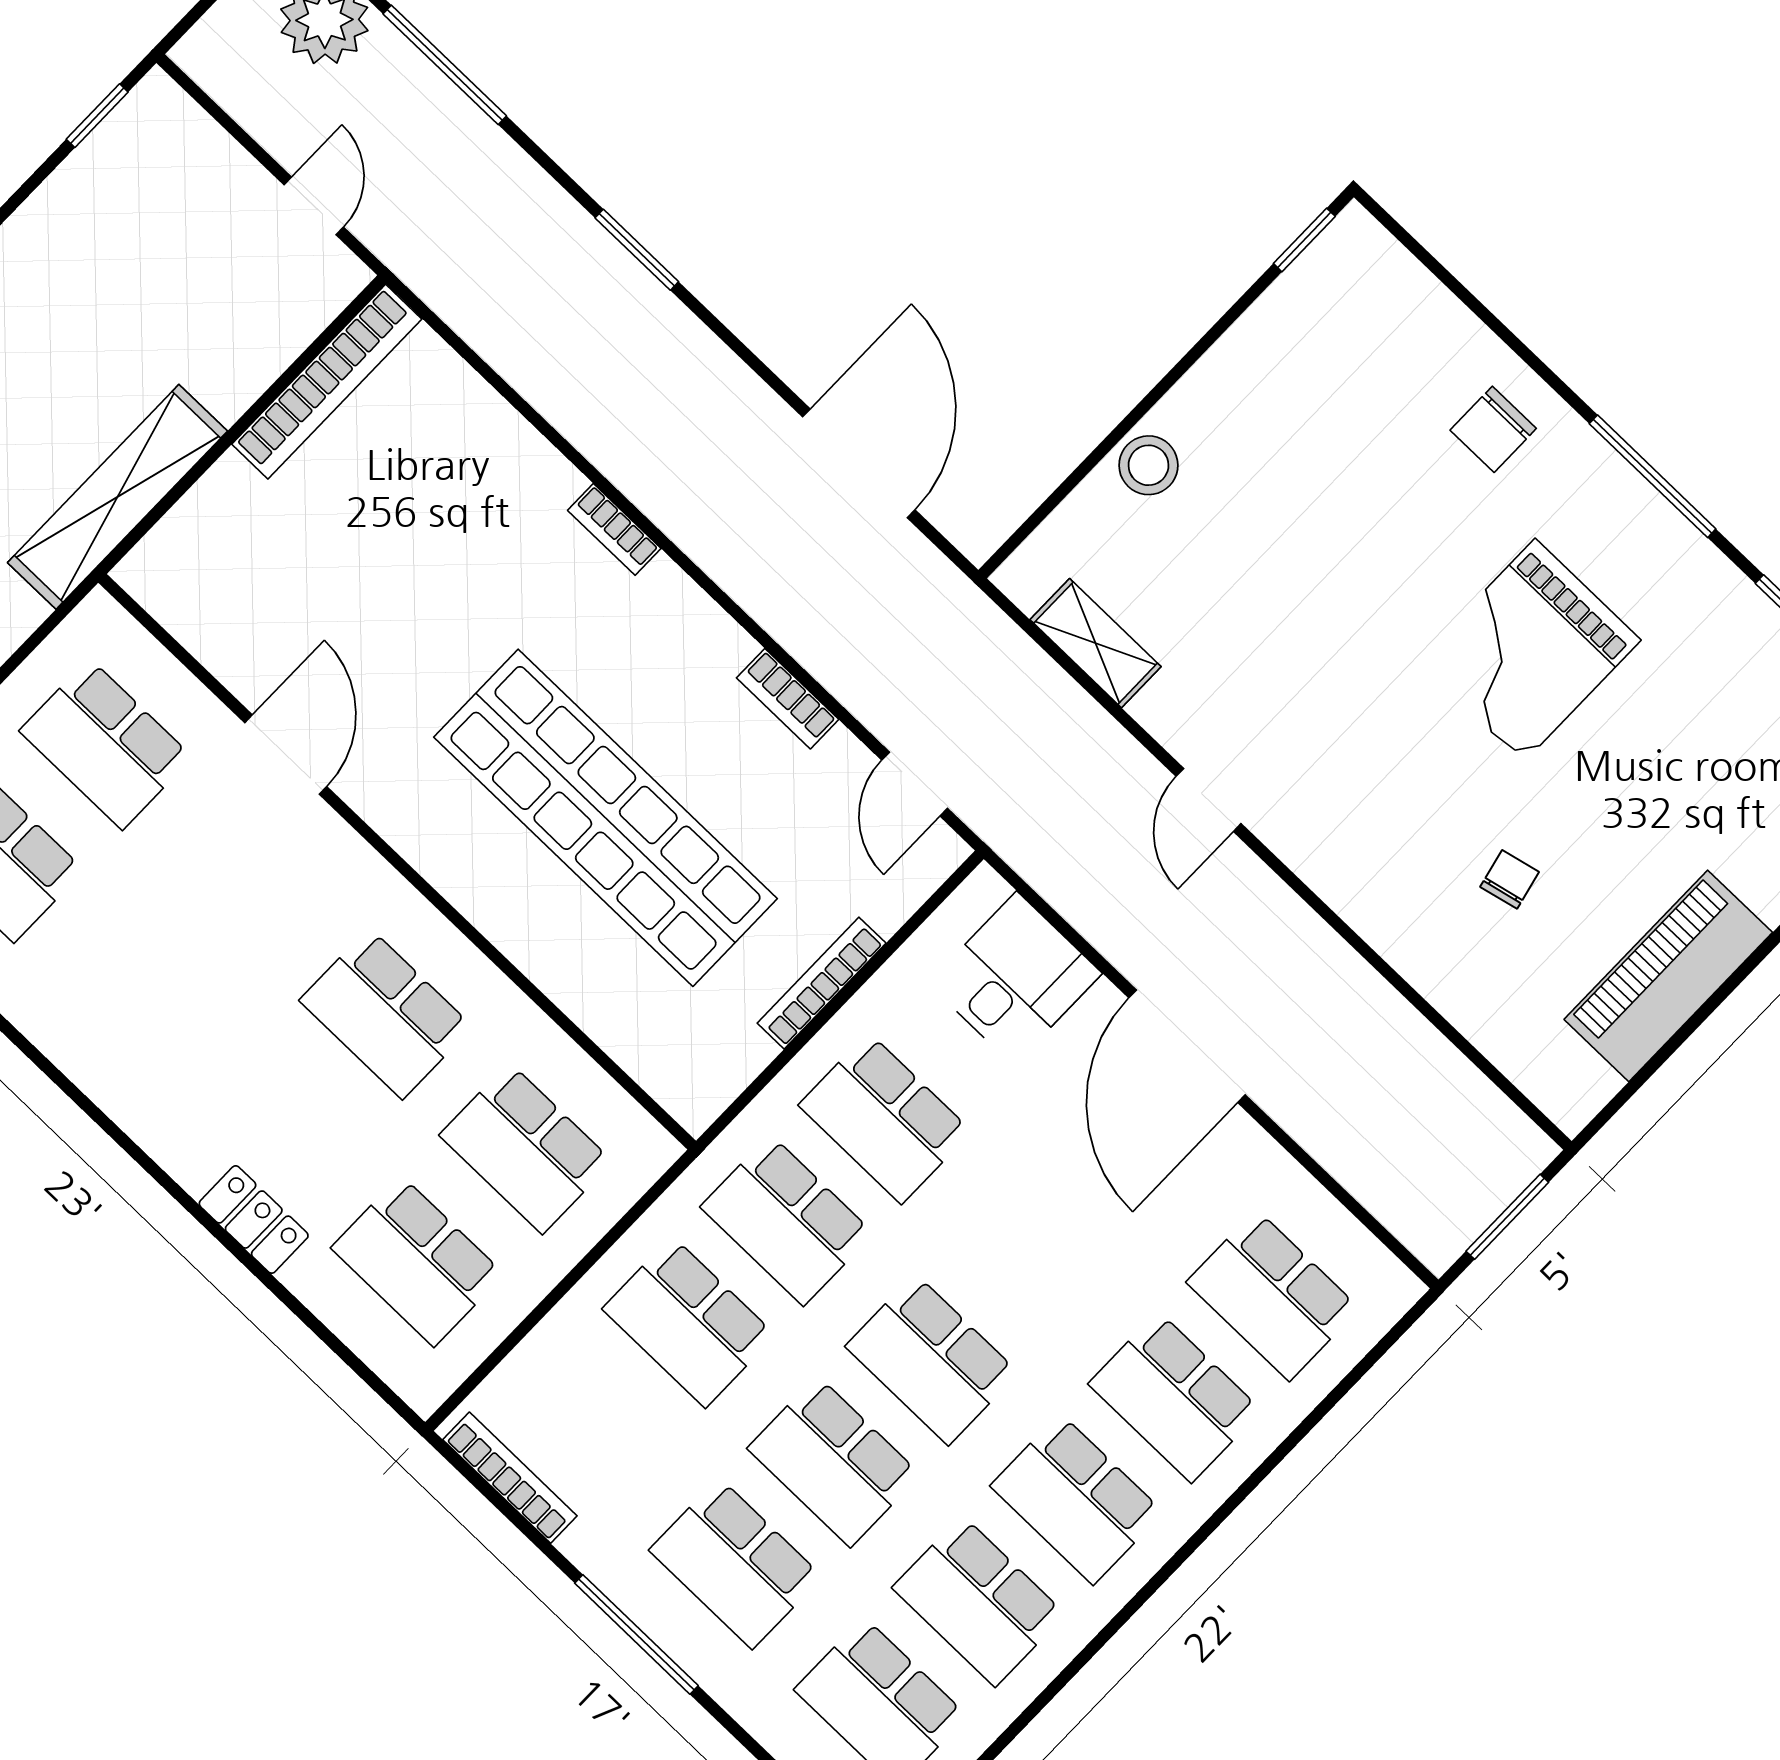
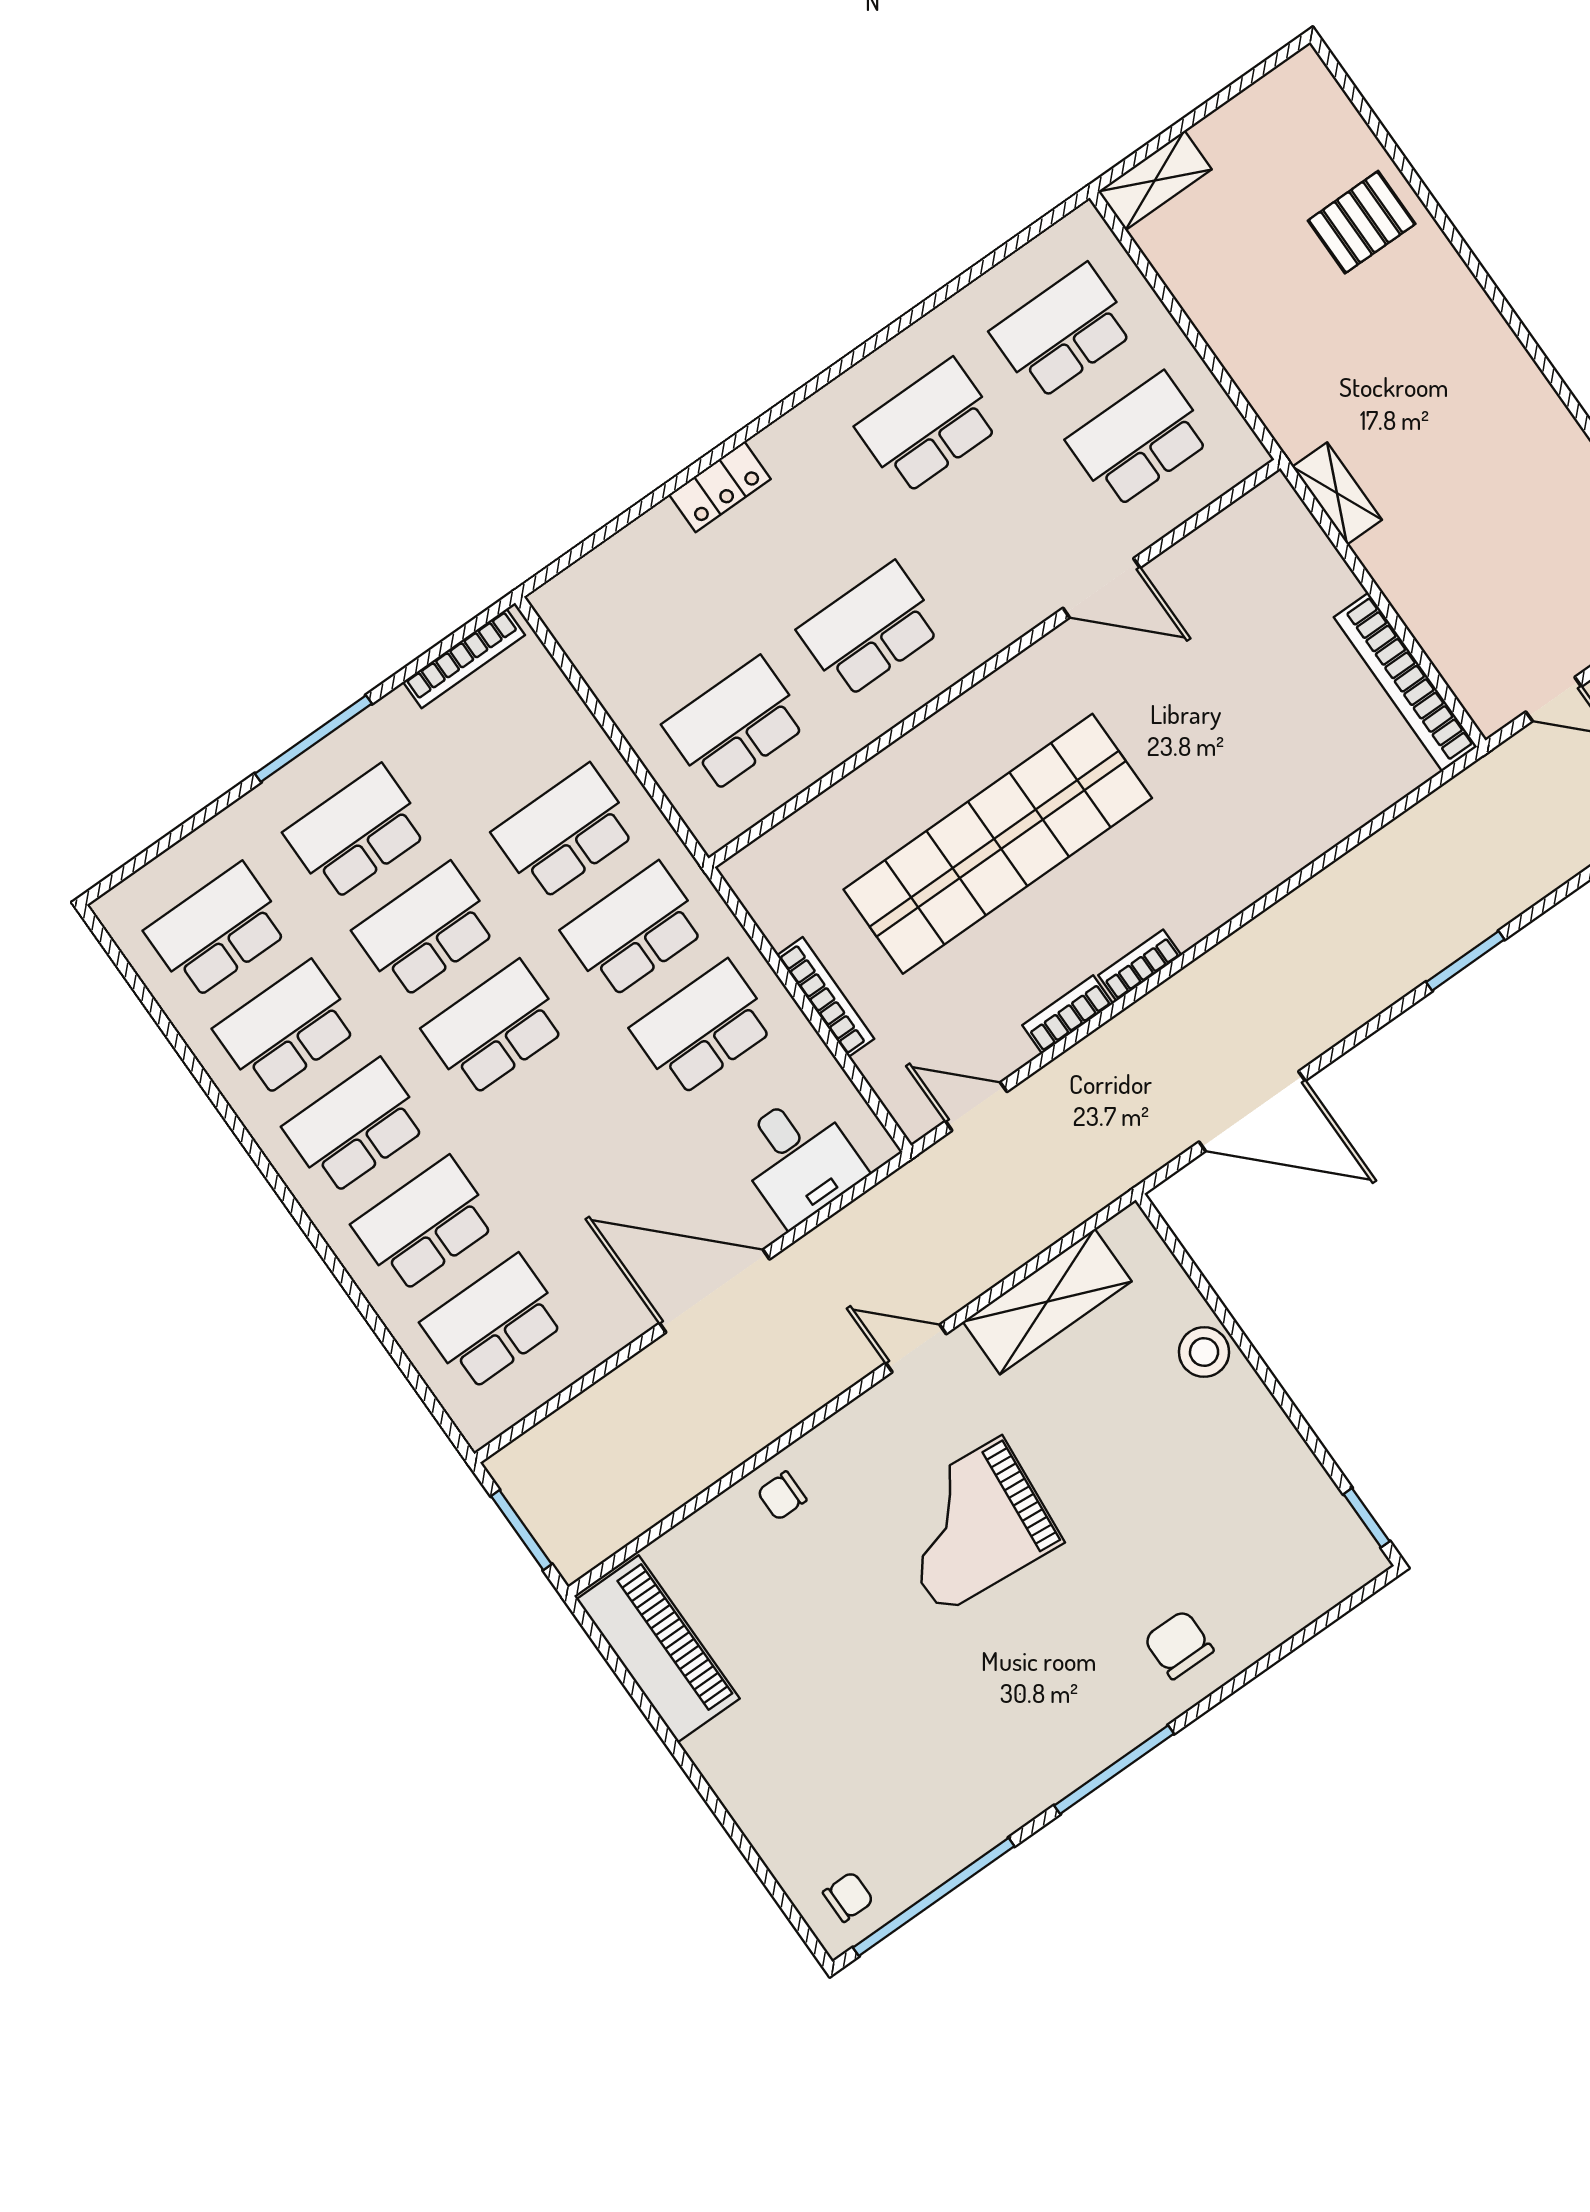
shelving: (117, 497) -> (1337, 493), width x0.45, depth x0.75
bookcase: (614, 529) -> (1140, 965), moved
shelving: (1096, 643) -> (1047, 1302), width x1.50, depth x1.33
grand piano: (1529, 650) -> (971, 1525), moved, turned -85
chair: (1510, 879) -> (782, 1496), moved, turned 103
piano: (1668, 976) -> (658, 1649), moved
school desk: (417, 1261) -> (928, 426), moved

